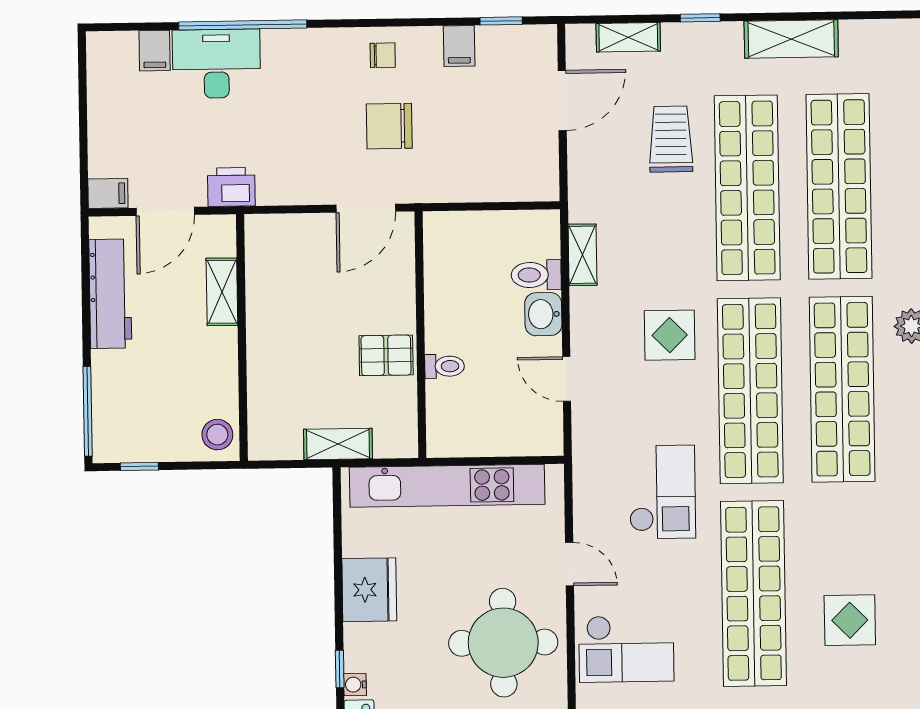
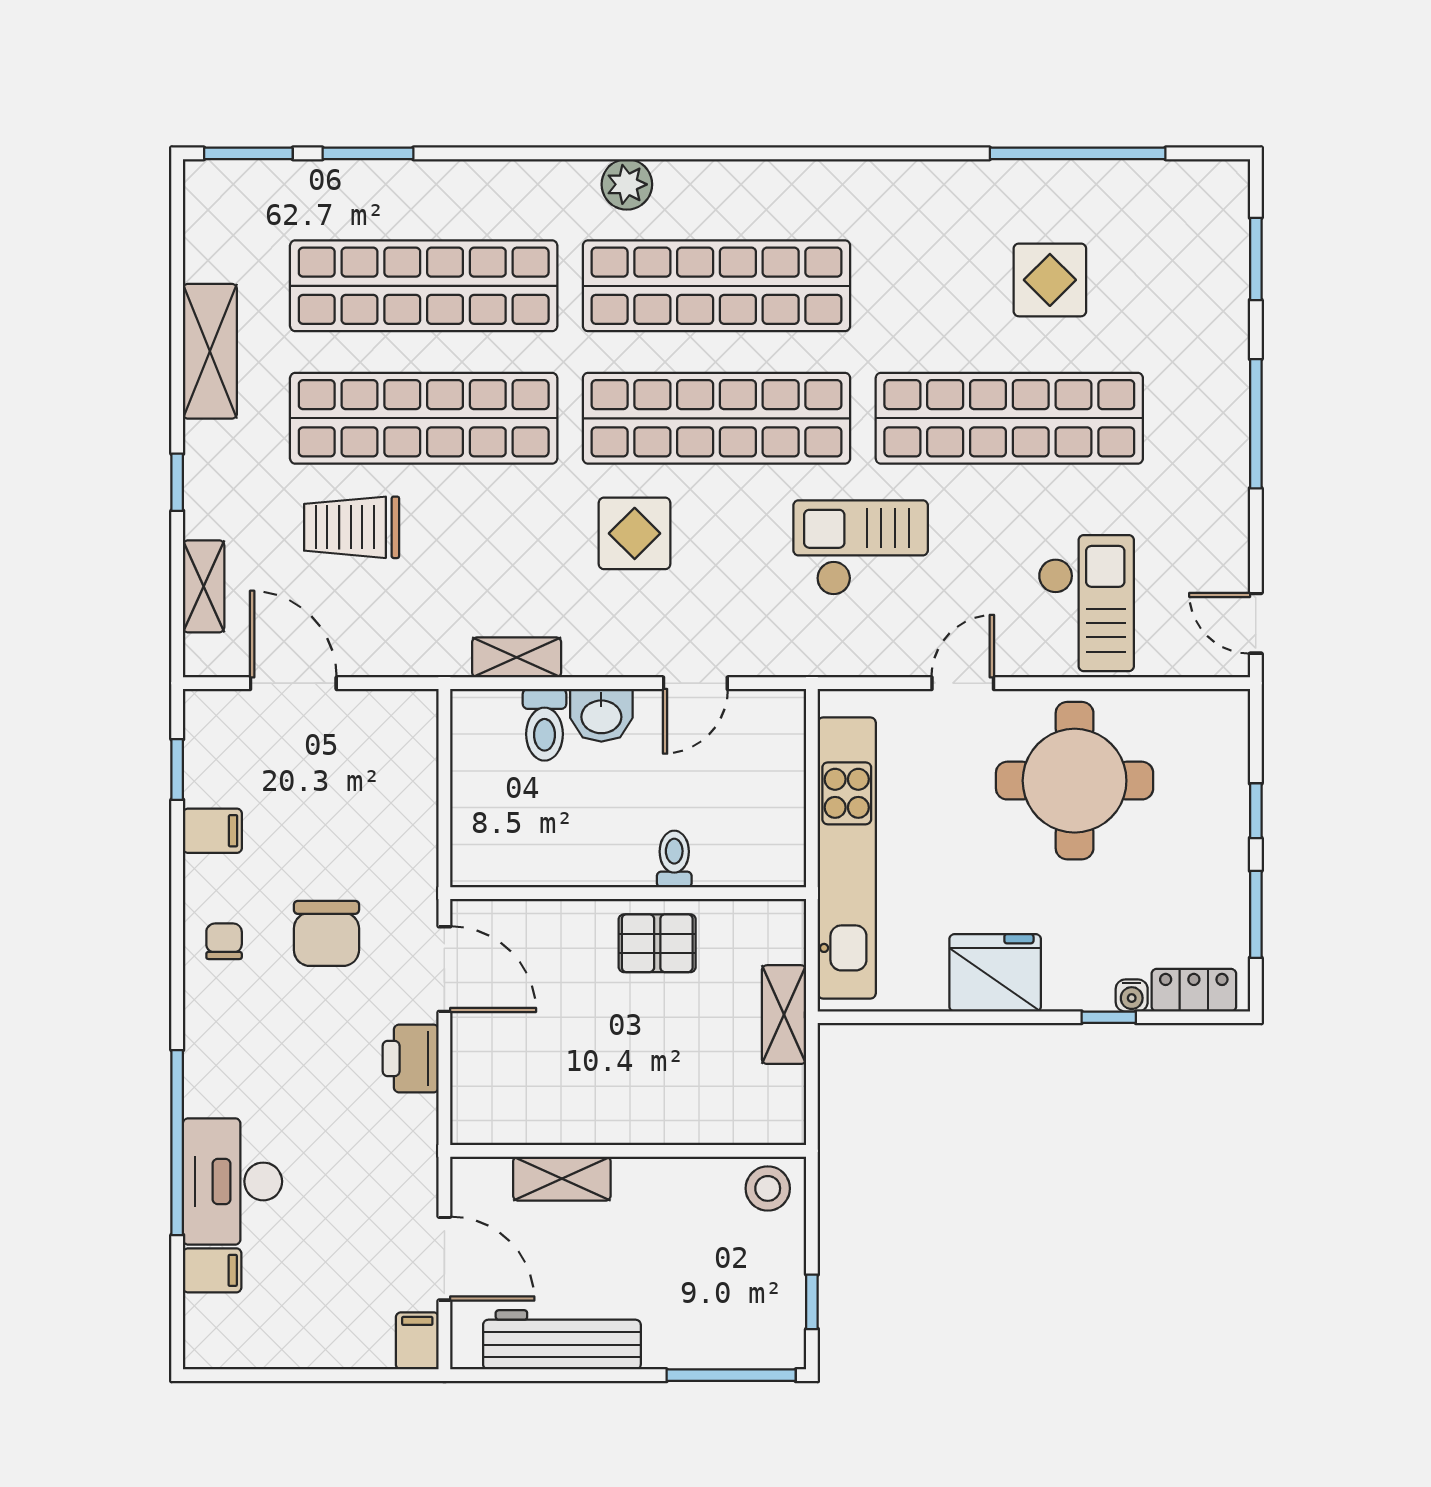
printer: (231, 187) -> (411, 1059), moved
pallet: (386, 355) -> (657, 943), turned 90

